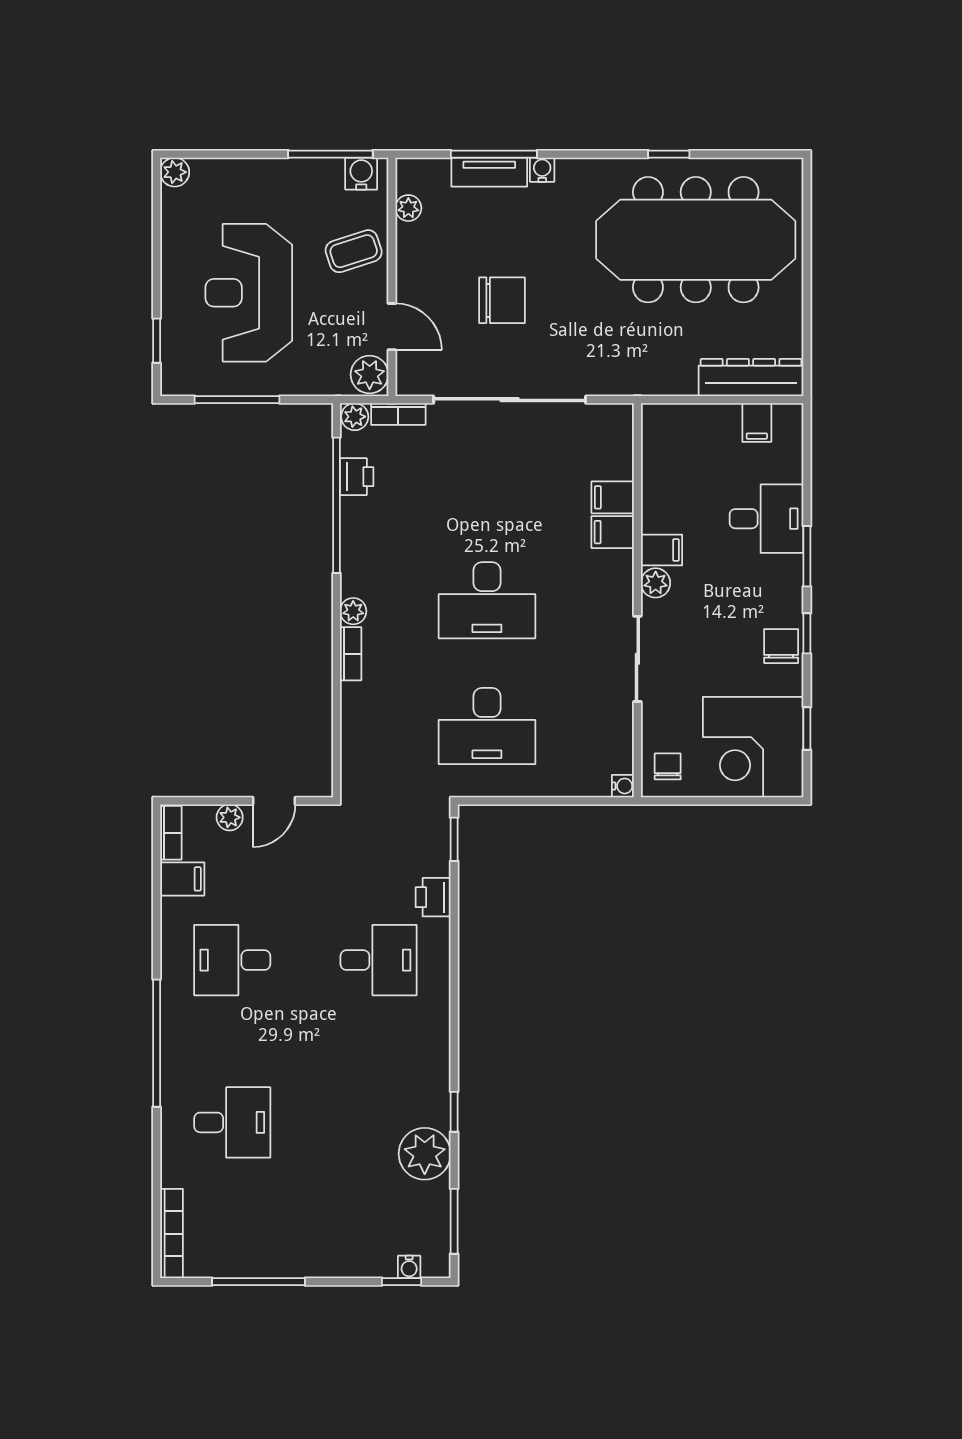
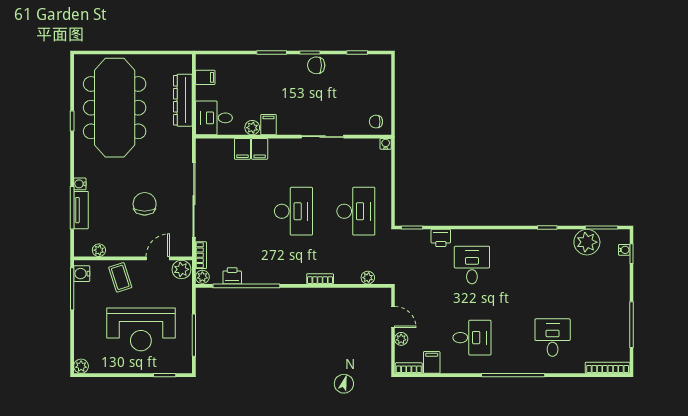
dresser: (751, 377) -> (183, 100), moved
desk: (767, 519) -> (214, 118), moved, turned -90
plant: (656, 583) -> (252, 128), moved
plant: (353, 611) -> (368, 278), moved
corner desk: (753, 747) -> (366, 79), removed
desk: (232, 960) -> (472, 338), turned -90
plant: (425, 1154) -> (587, 242), moved

